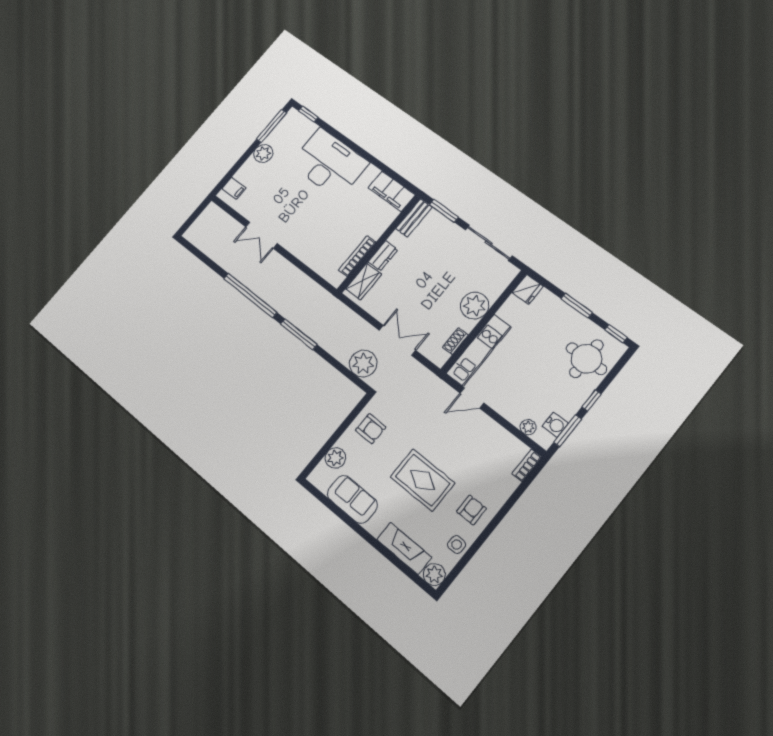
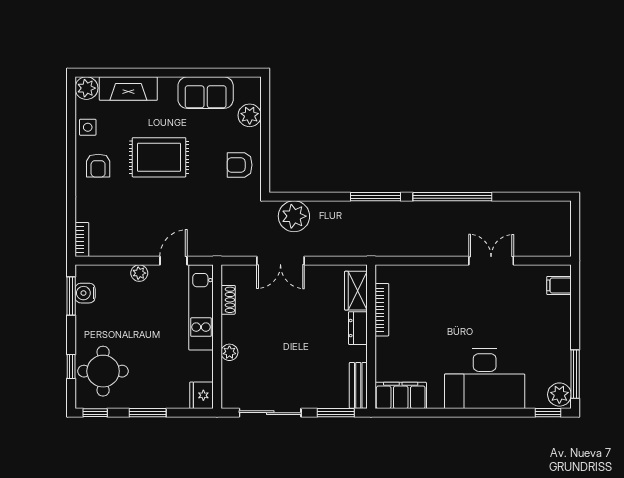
plant: (263, 153) -> (559, 395), moved
plant: (475, 306) -> (229, 352), width x0.53, depth x0.53
window: (592, 401) -> (71, 366), moved
plant: (528, 427) -> (139, 273), moved

